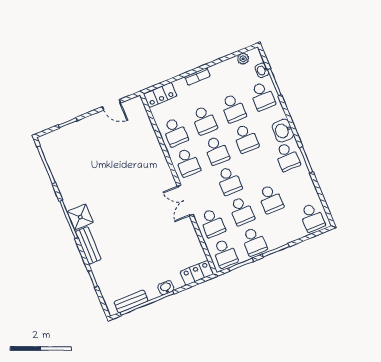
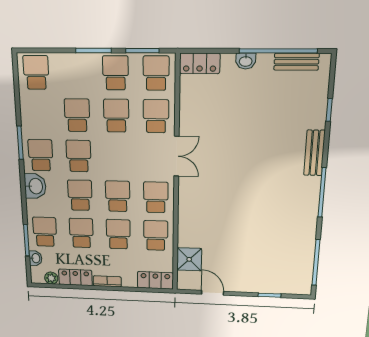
locker: (224, 68) -> (75, 277), added
school desk: (229, 181) -> (79, 156), moved
shower: (80, 217) -> (189, 259), moved

